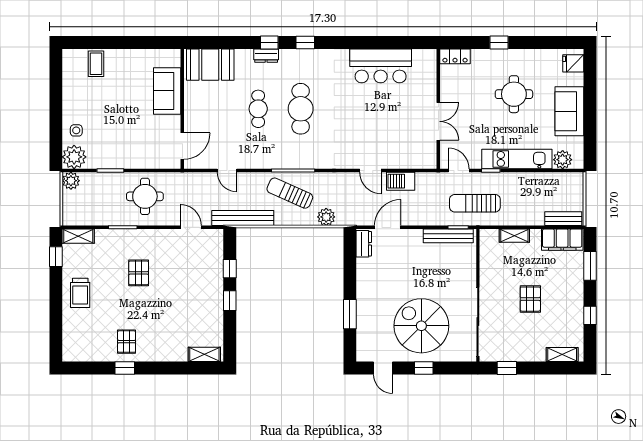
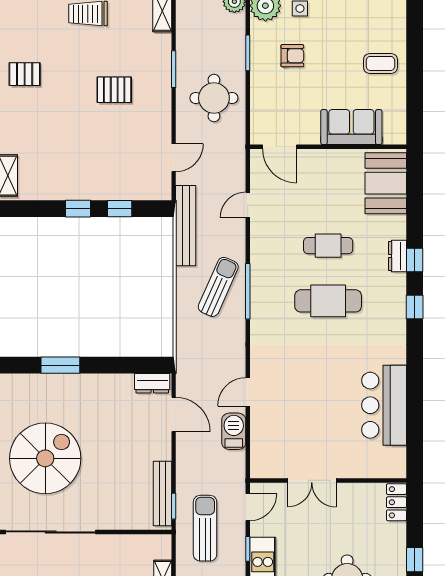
coffee table: (96, 64) -> (380, 63), moved
armchair: (112, 136) -> (292, 56), added
plant: (326, 217) -> (187, 334), removed

